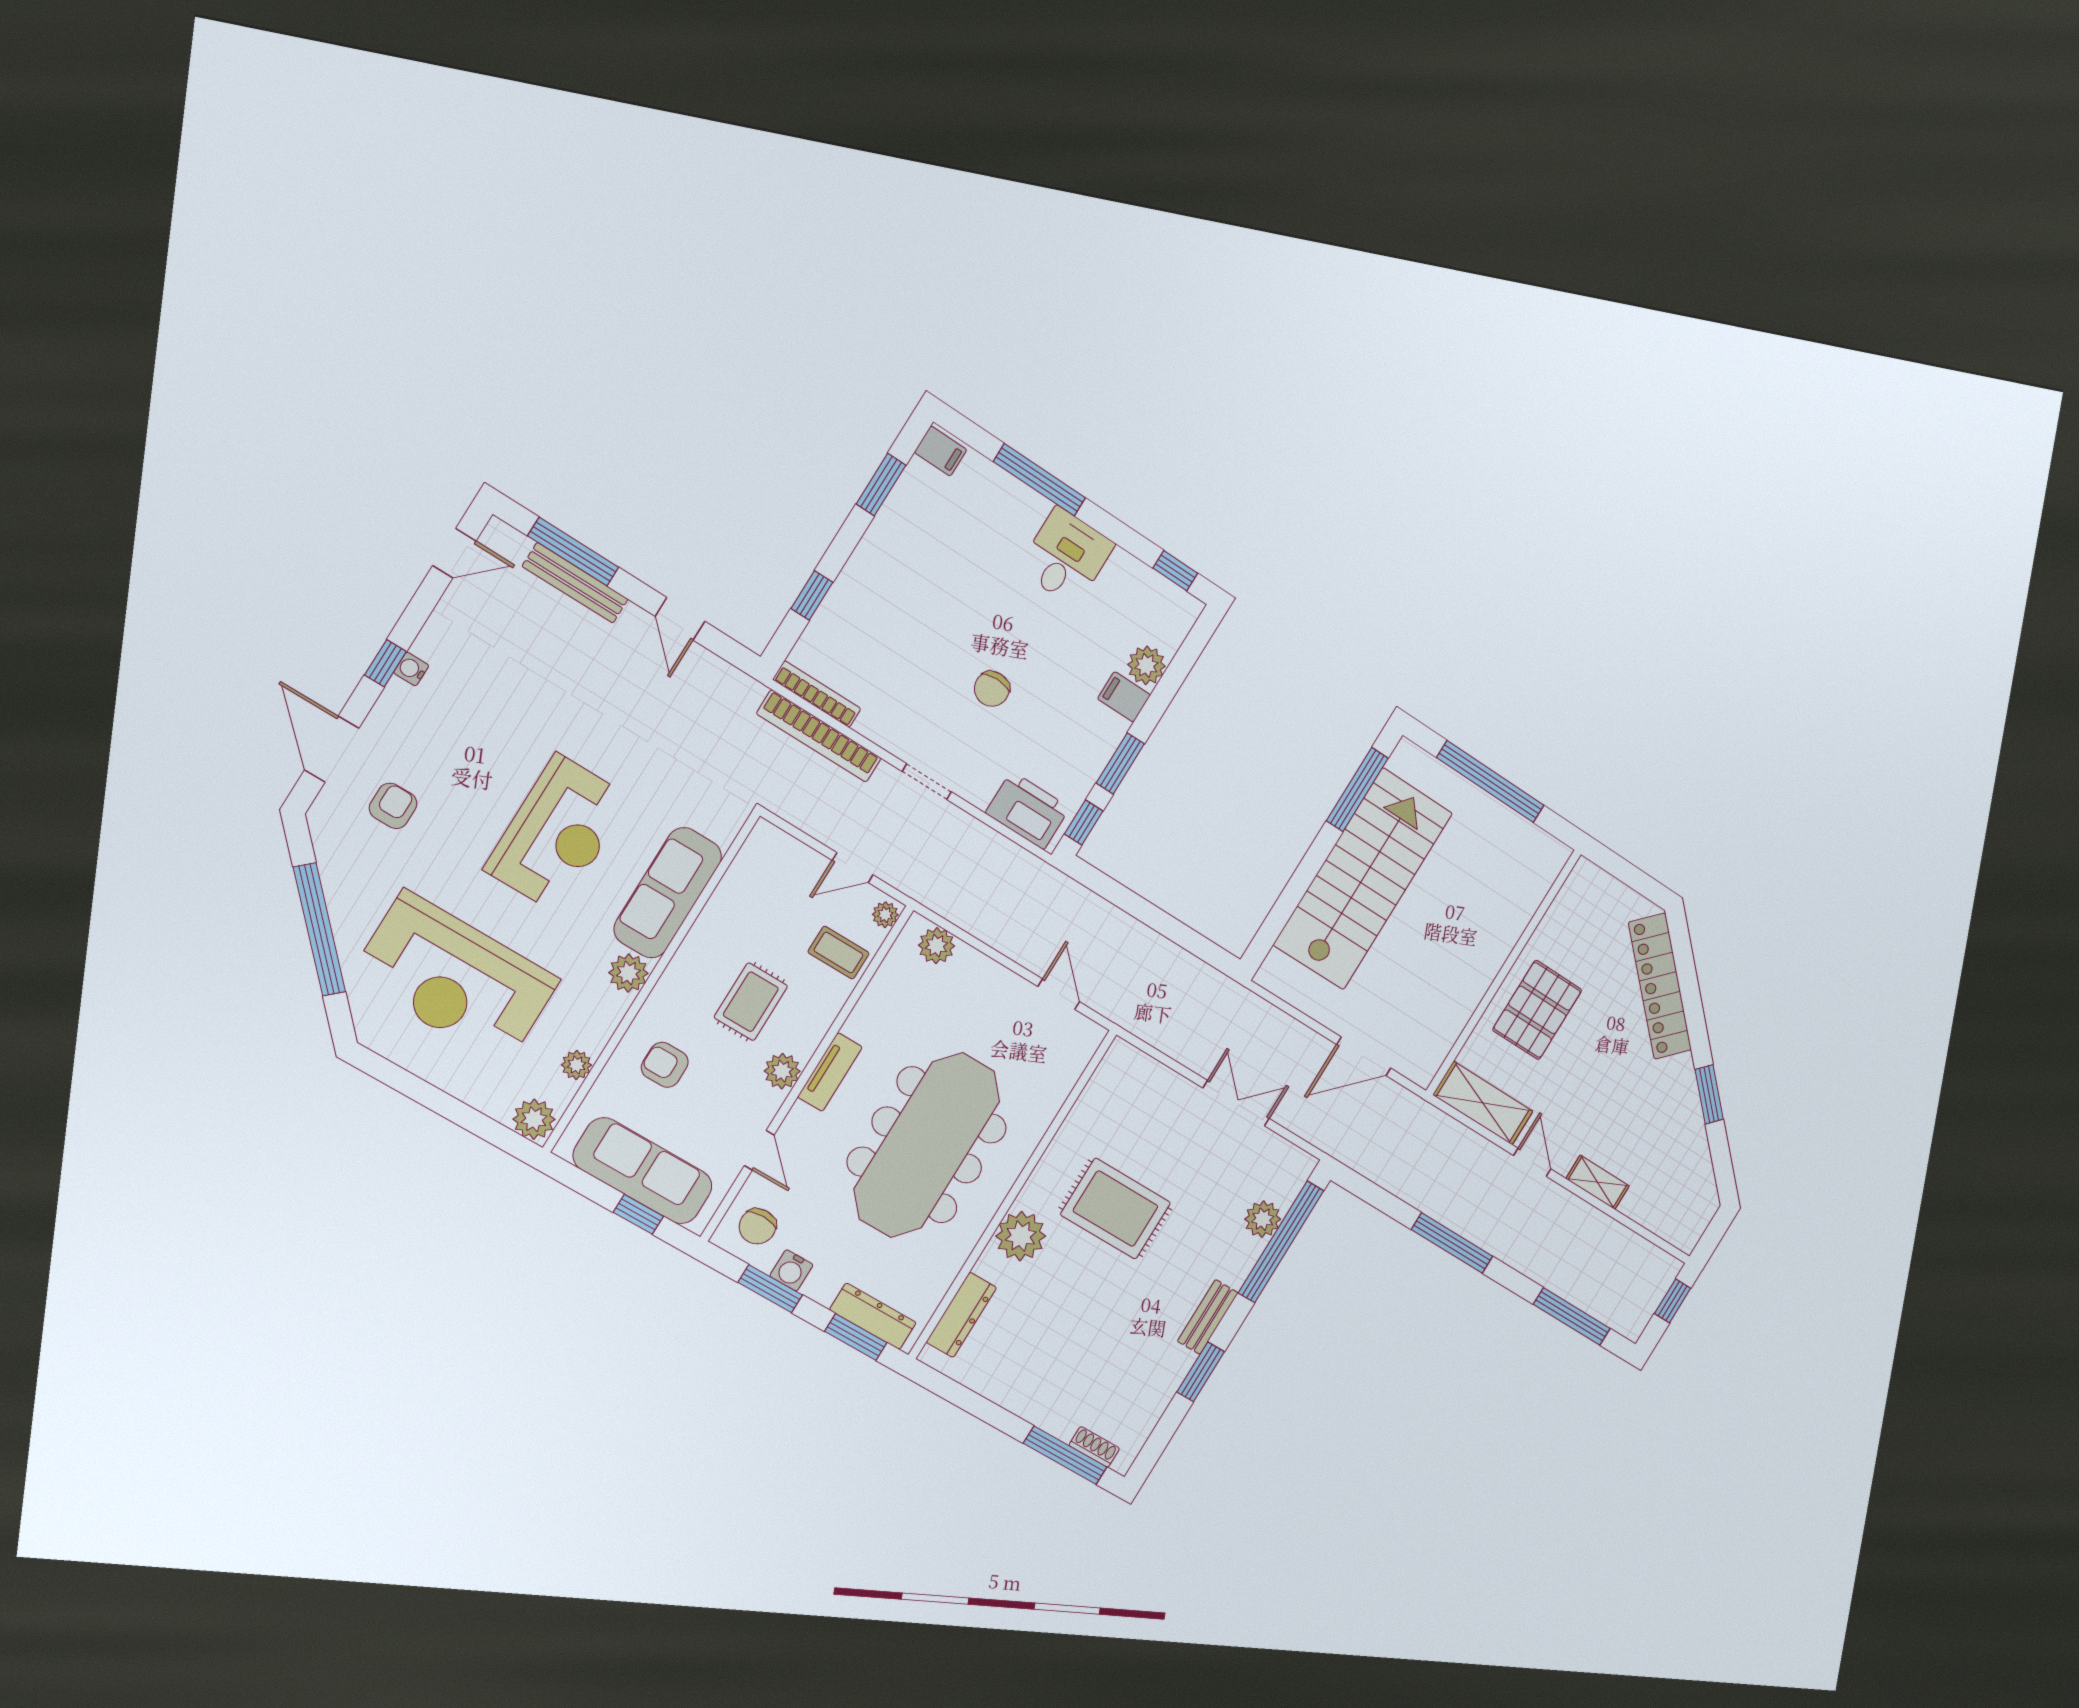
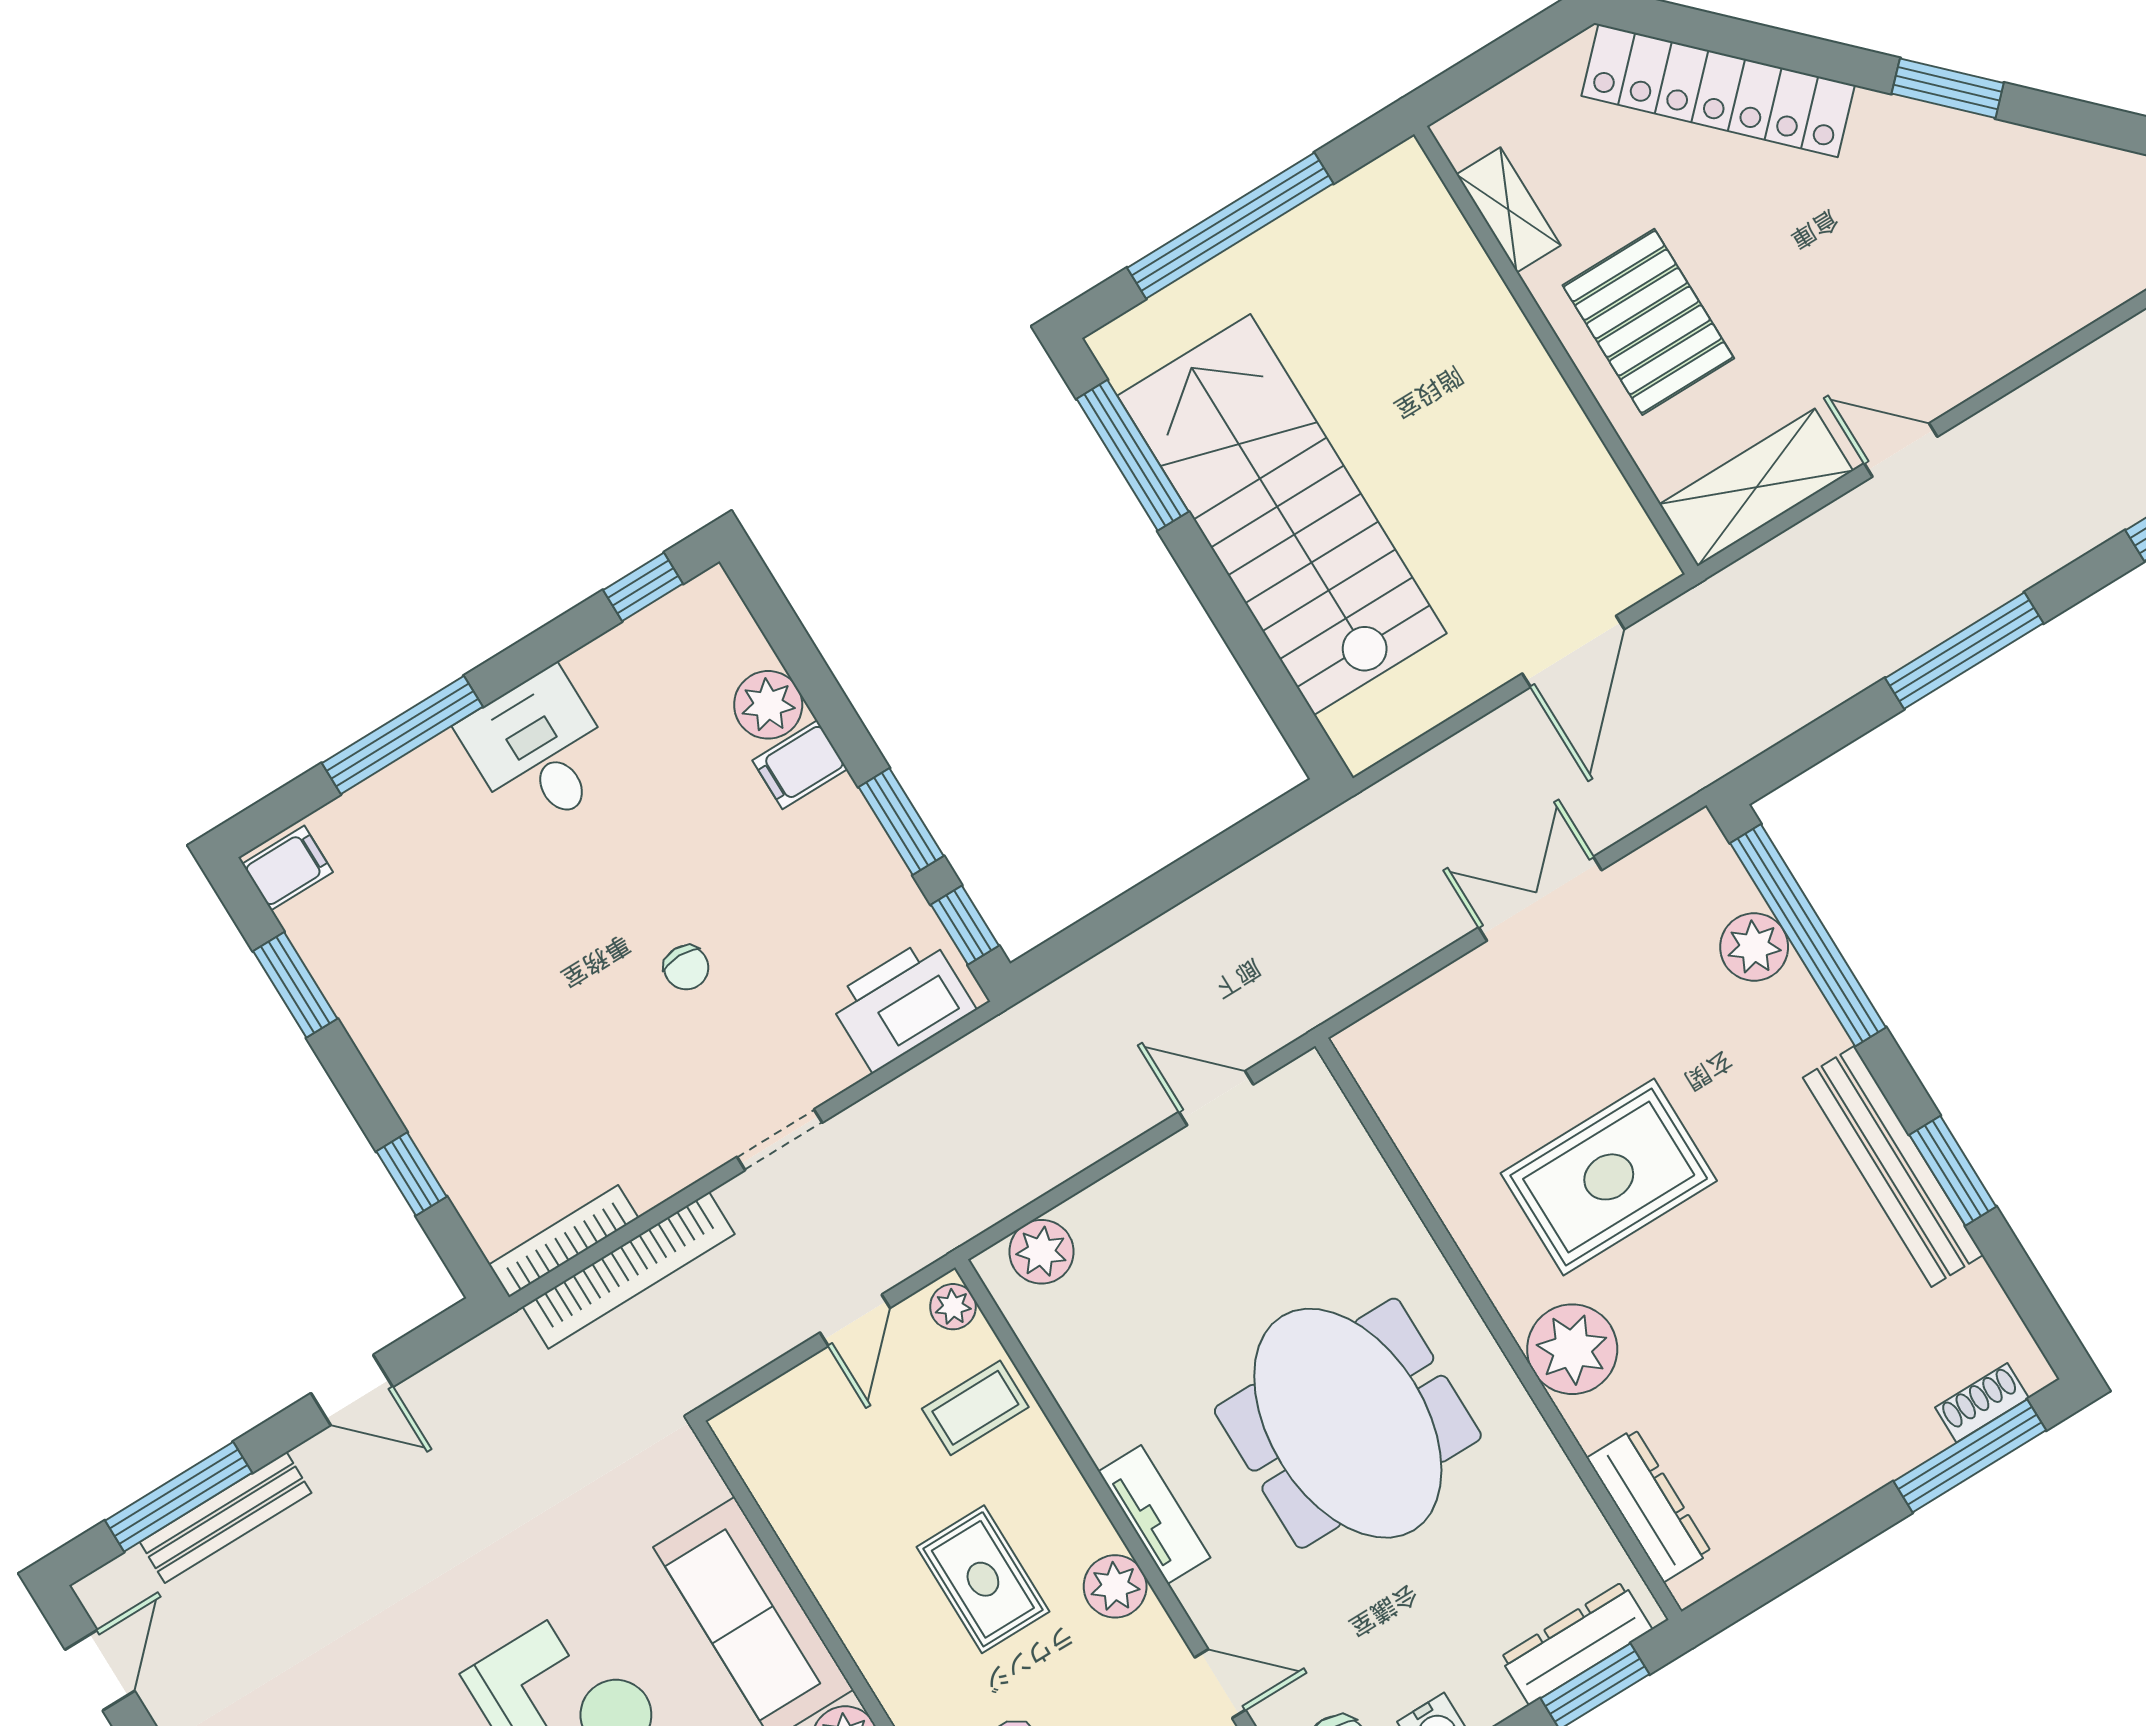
chair: (992, 689) -> (686, 968), width x0.73, depth x0.73
meeting table: (927, 1145) -> (1348, 1423), width x0.73
shelving: (1598, 1182) -> (1508, 210), moved, turned 90
bench: (1208, 1317) -> (1893, 1166), width x1.86, depth x1.21

